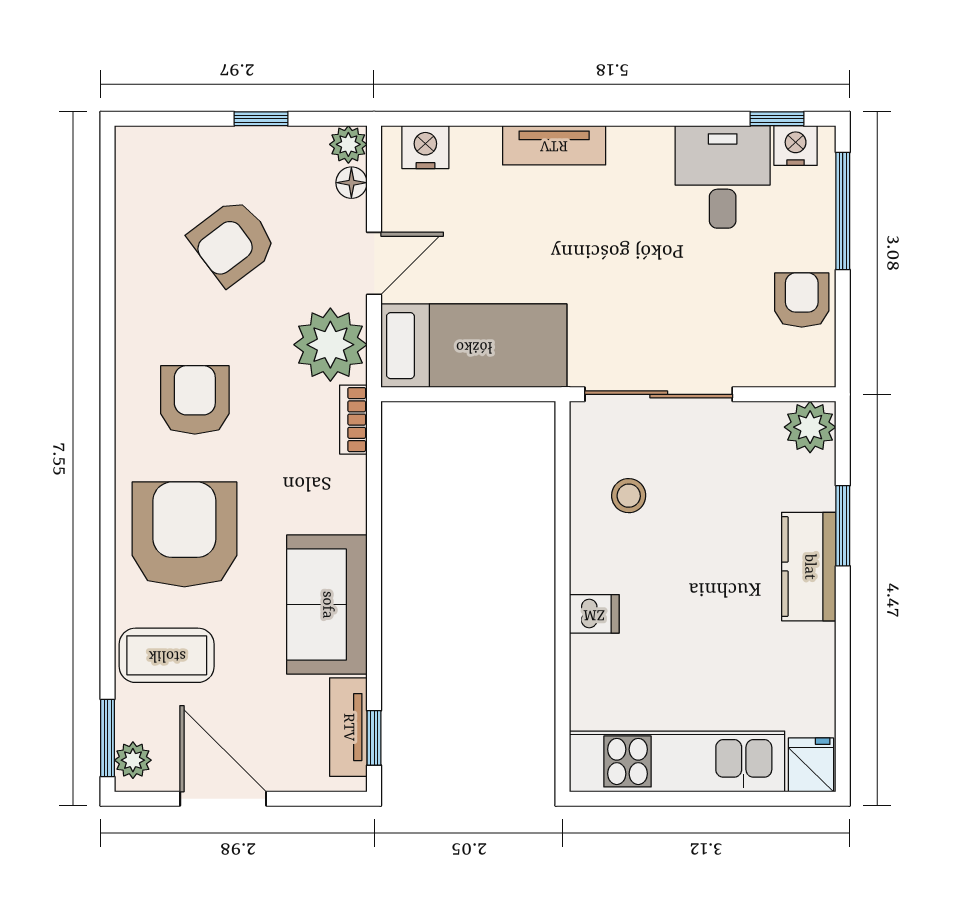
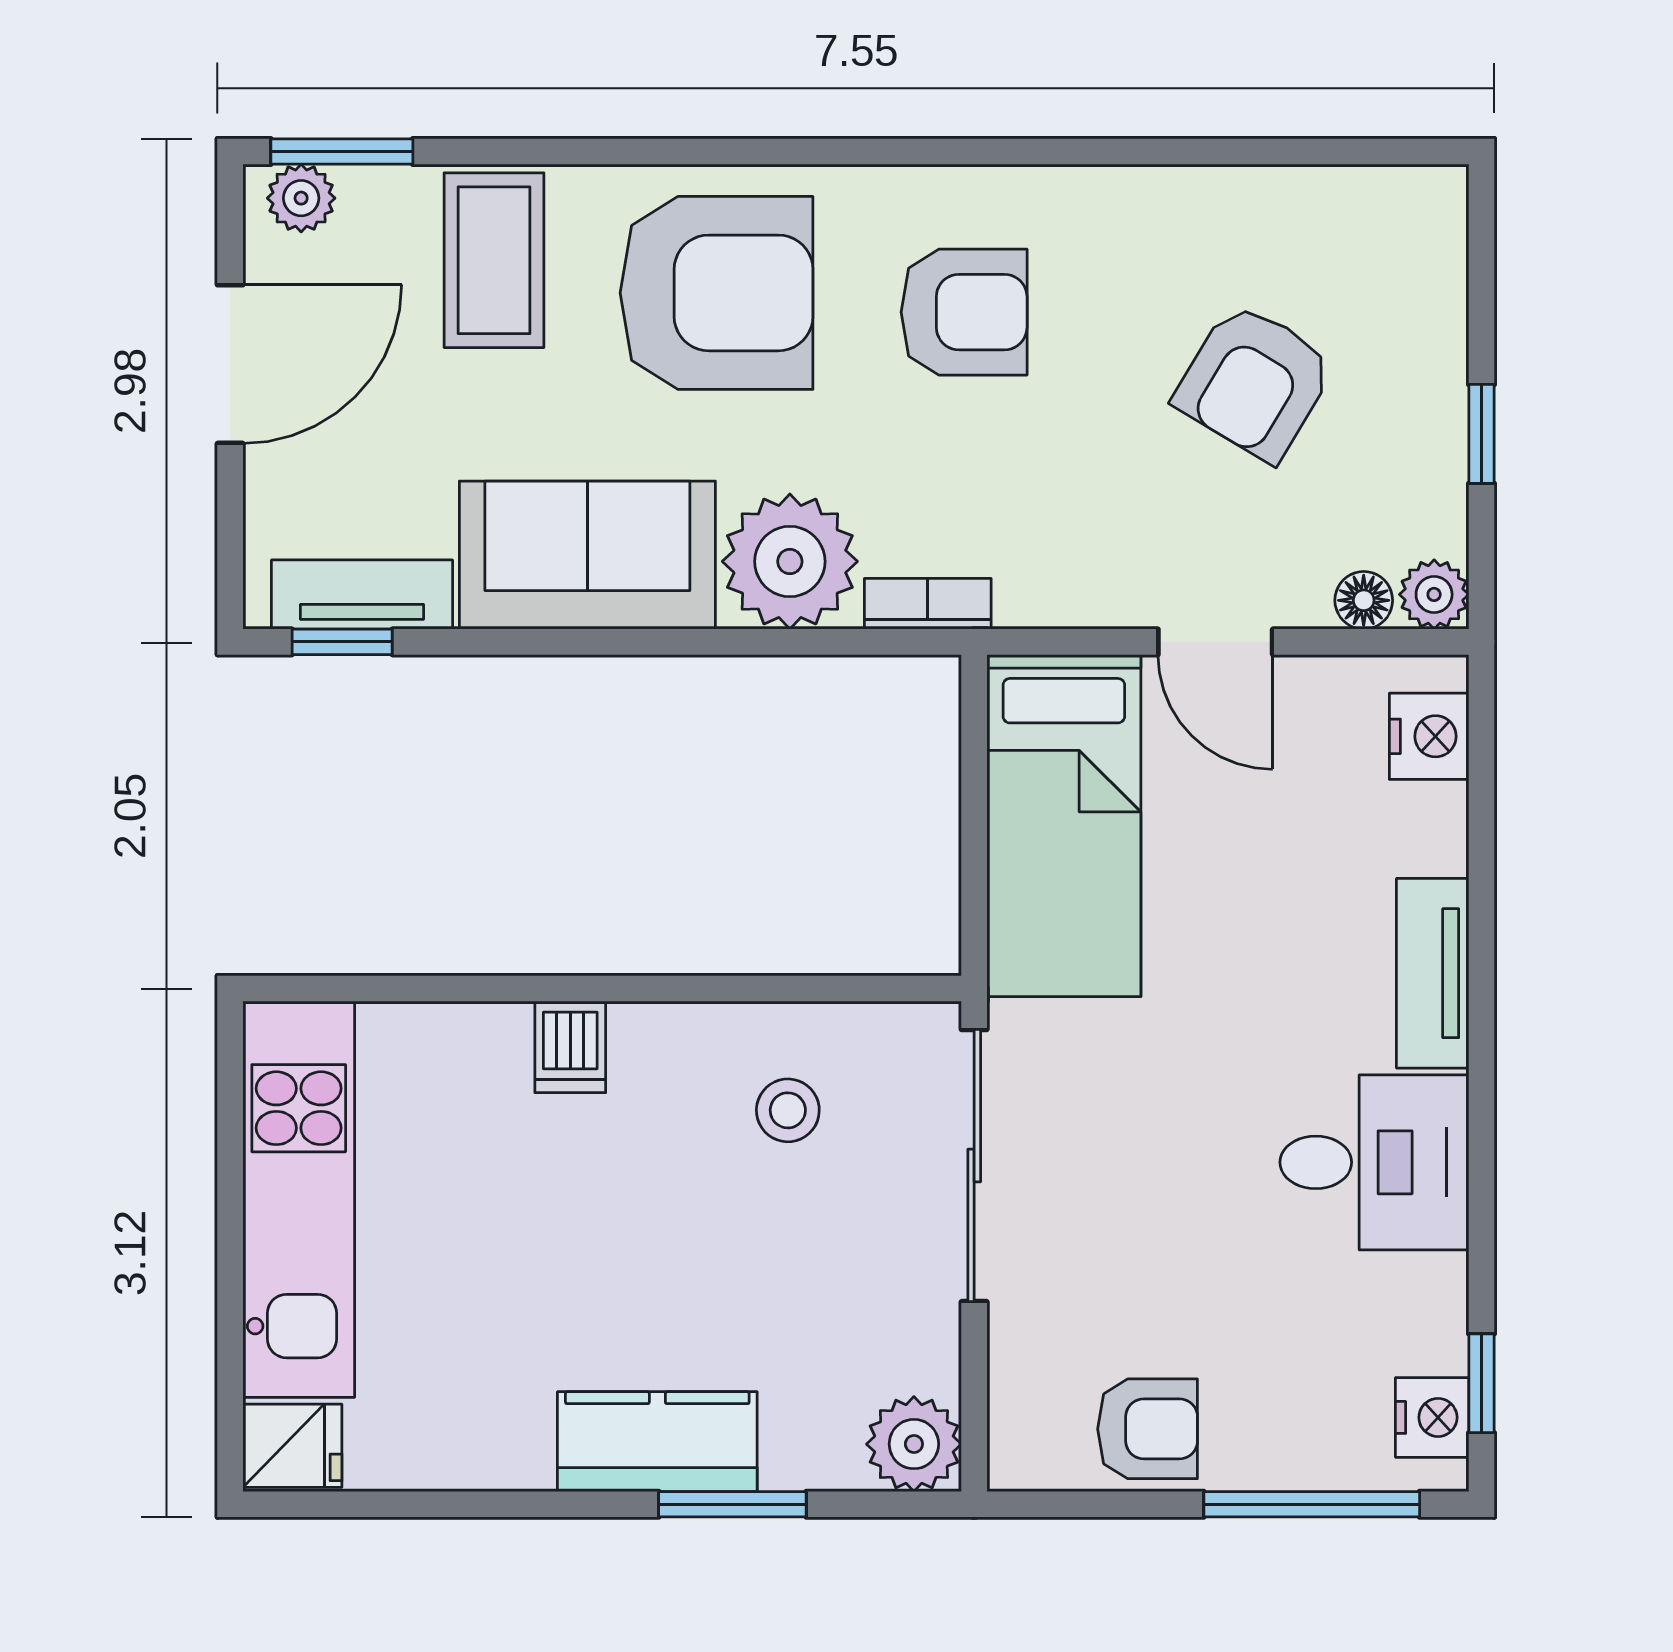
desk: (723, 177) -> (1374, 1162), moved
armchair: (233, 242) -> (1254, 382), turned -112
plant: (330, 345) -> (790, 561), moved

